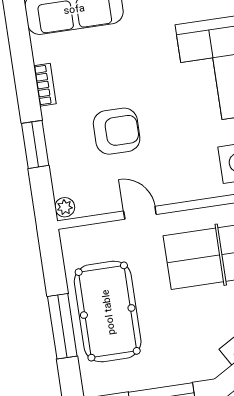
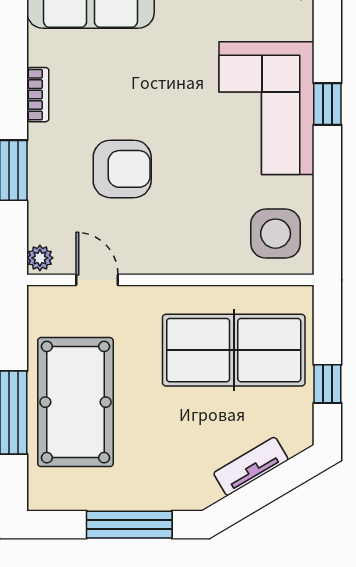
door: (140, 213) -> (97, 280), moved

